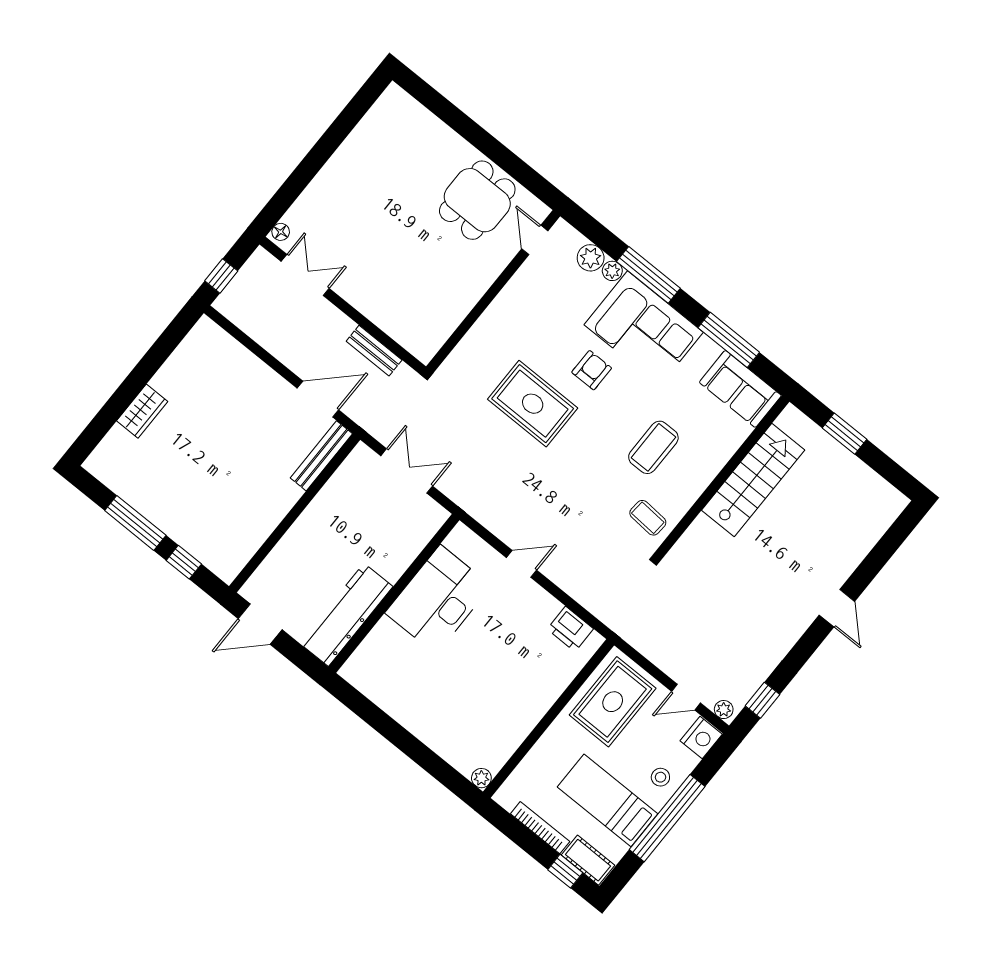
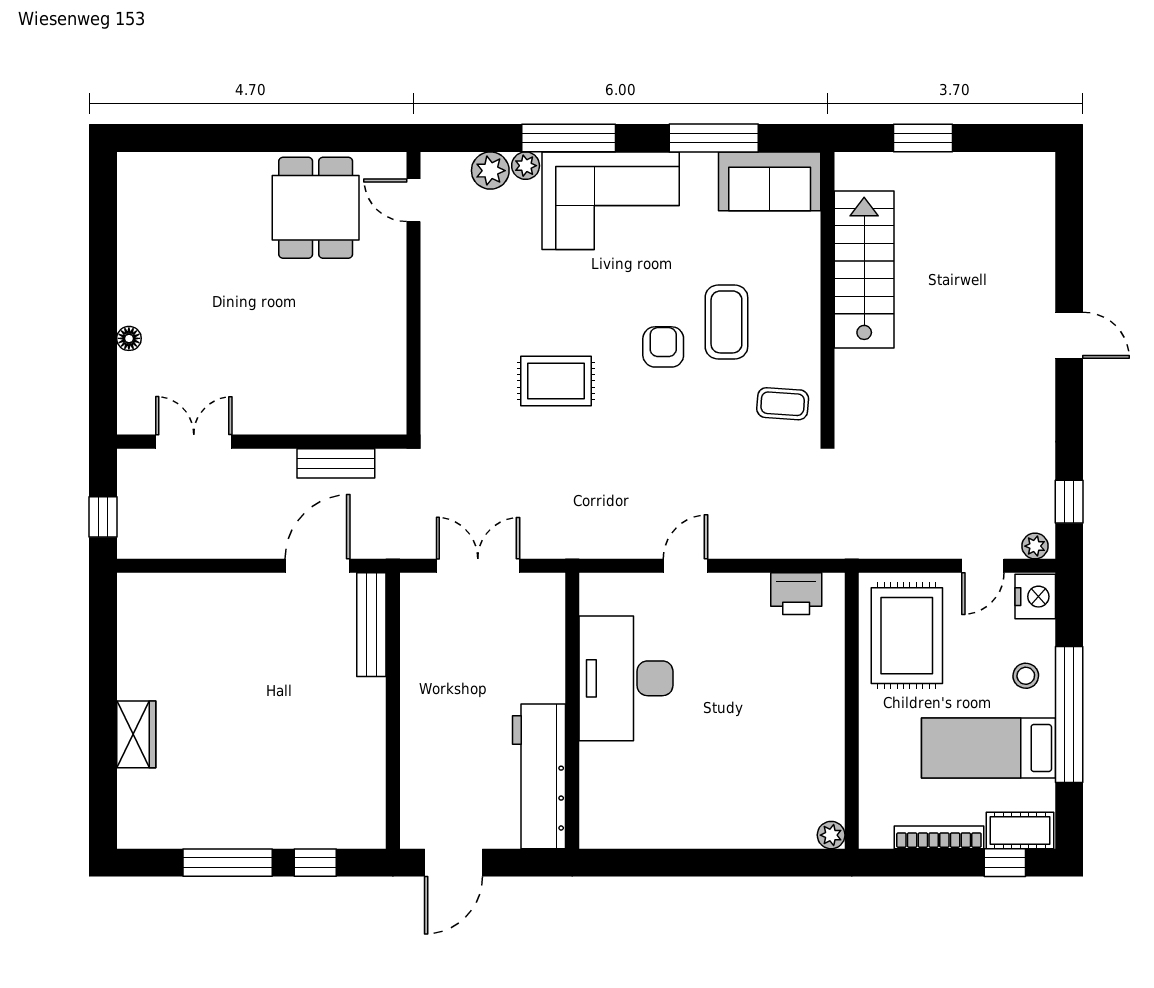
floor lamp: (281, 232) -> (129, 338), moved
armchair: (592, 370) -> (663, 347), moved
rug: (533, 404) -> (556, 381), width x0.73, depth x0.70

